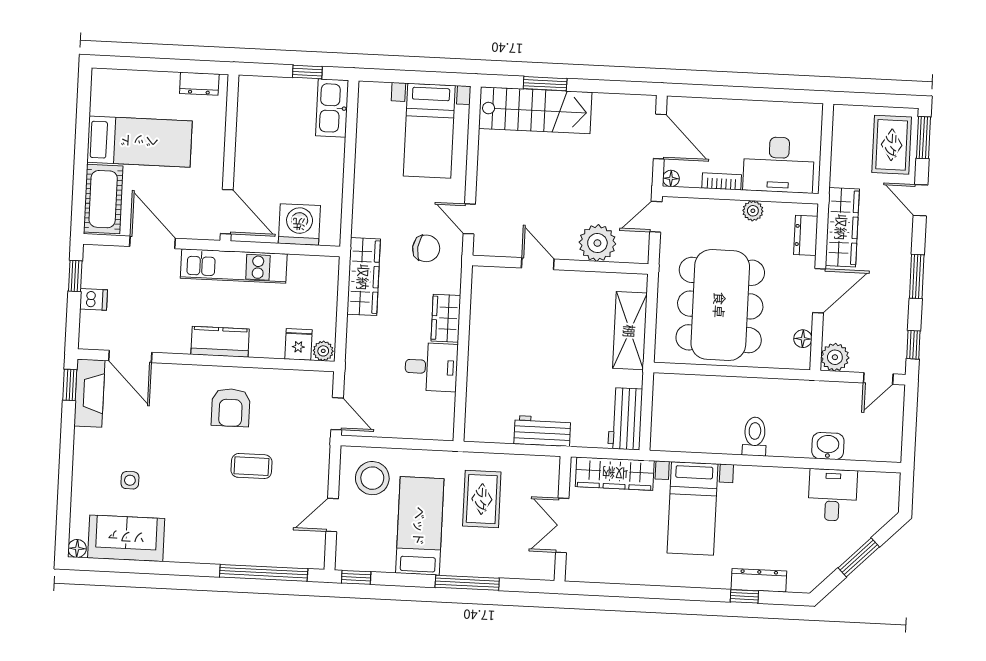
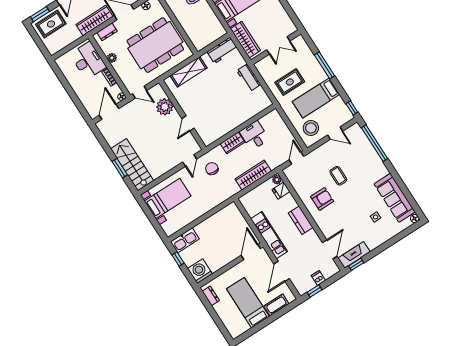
cot: (103, 199) -> (276, 305), width x0.73, depth x0.75
washing machine: (299, 225) -> (200, 271), moved, turned 90
wardrobe: (364, 277) -> (253, 175), moved
sofa: (126, 538) -> (395, 198), width x1.36

